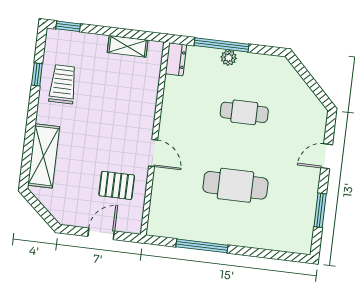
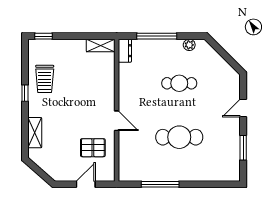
shelving: (128, 46) -> (101, 45), moved
plant: (229, 58) -> (189, 45), moved
window: (37, 74) -> (25, 93), moved
trolley: (63, 84) -> (45, 79), turned 180
shelving: (44, 156) -> (35, 133), width x0.67, depth x0.75

